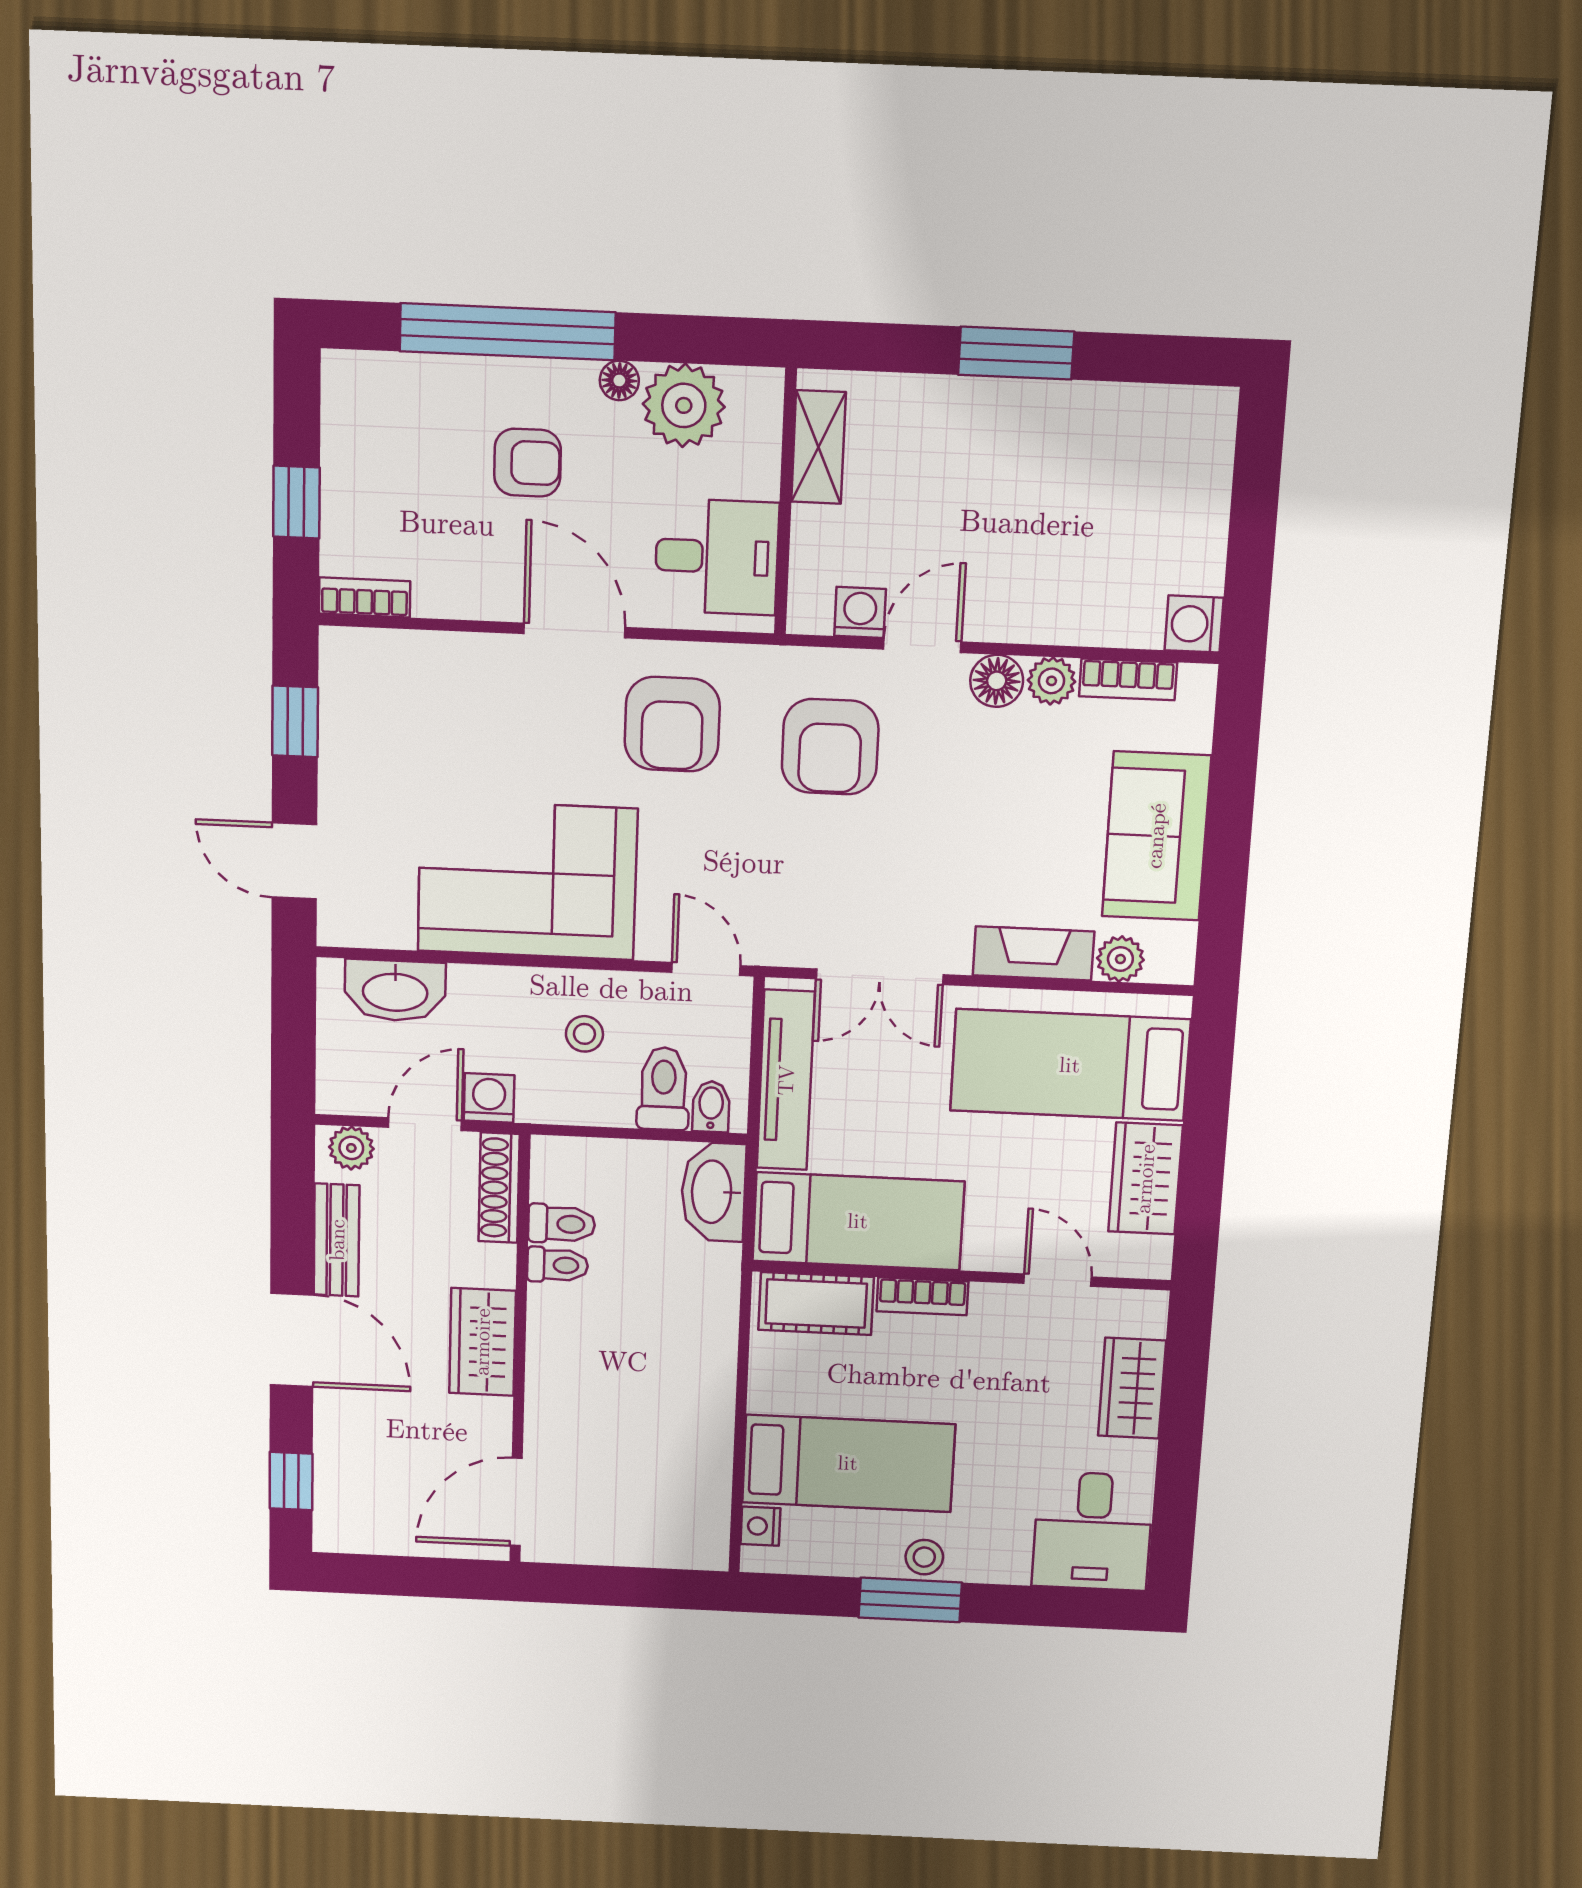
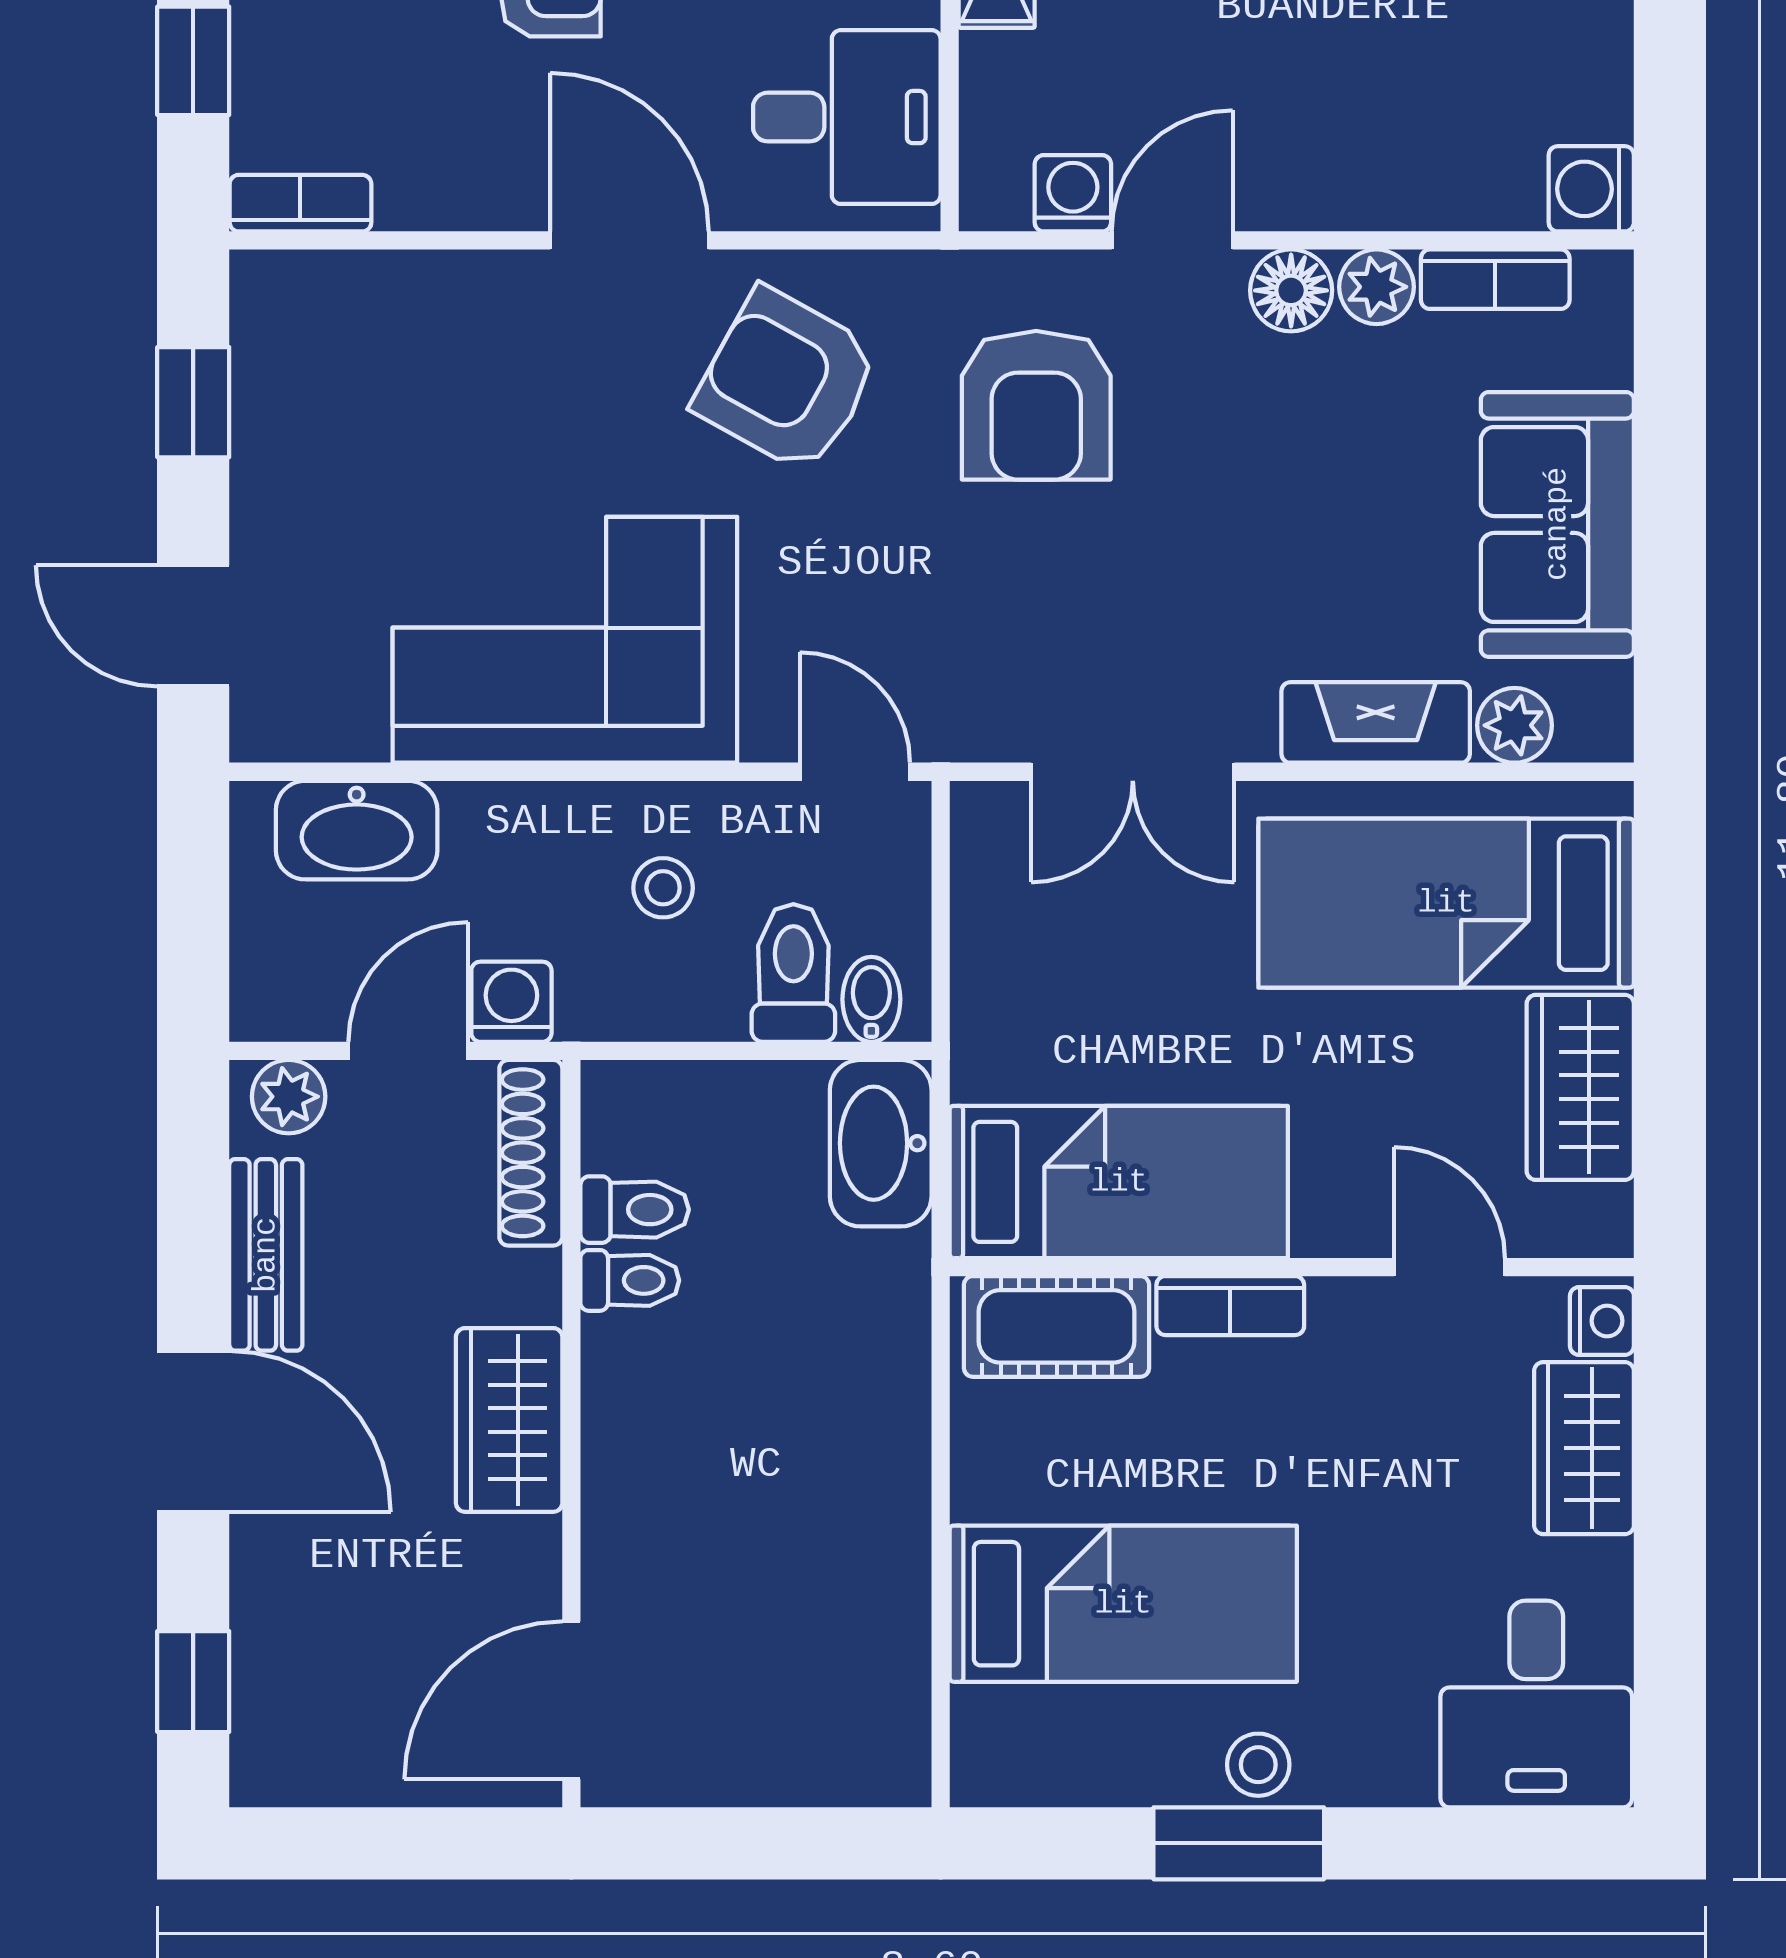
armchair: (672, 724) -> (787, 381), turned 119
tv unit: (786, 1080) -> (990, 950), removed
nightstand: (760, 1526) -> (1602, 1321), moved, turned 180

